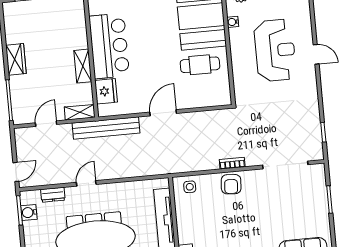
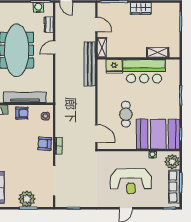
cafe table: (200, 65) -> (126, 114), moved
shelving: (83, 66) -> (158, 52), moved
door: (163, 113) -> (96, 133), moved
door: (86, 183) -> (54, 47), swing flipped
plant: (316, 203) -> (27, 199), added
armchair: (189, 223) -> (22, 113), added

